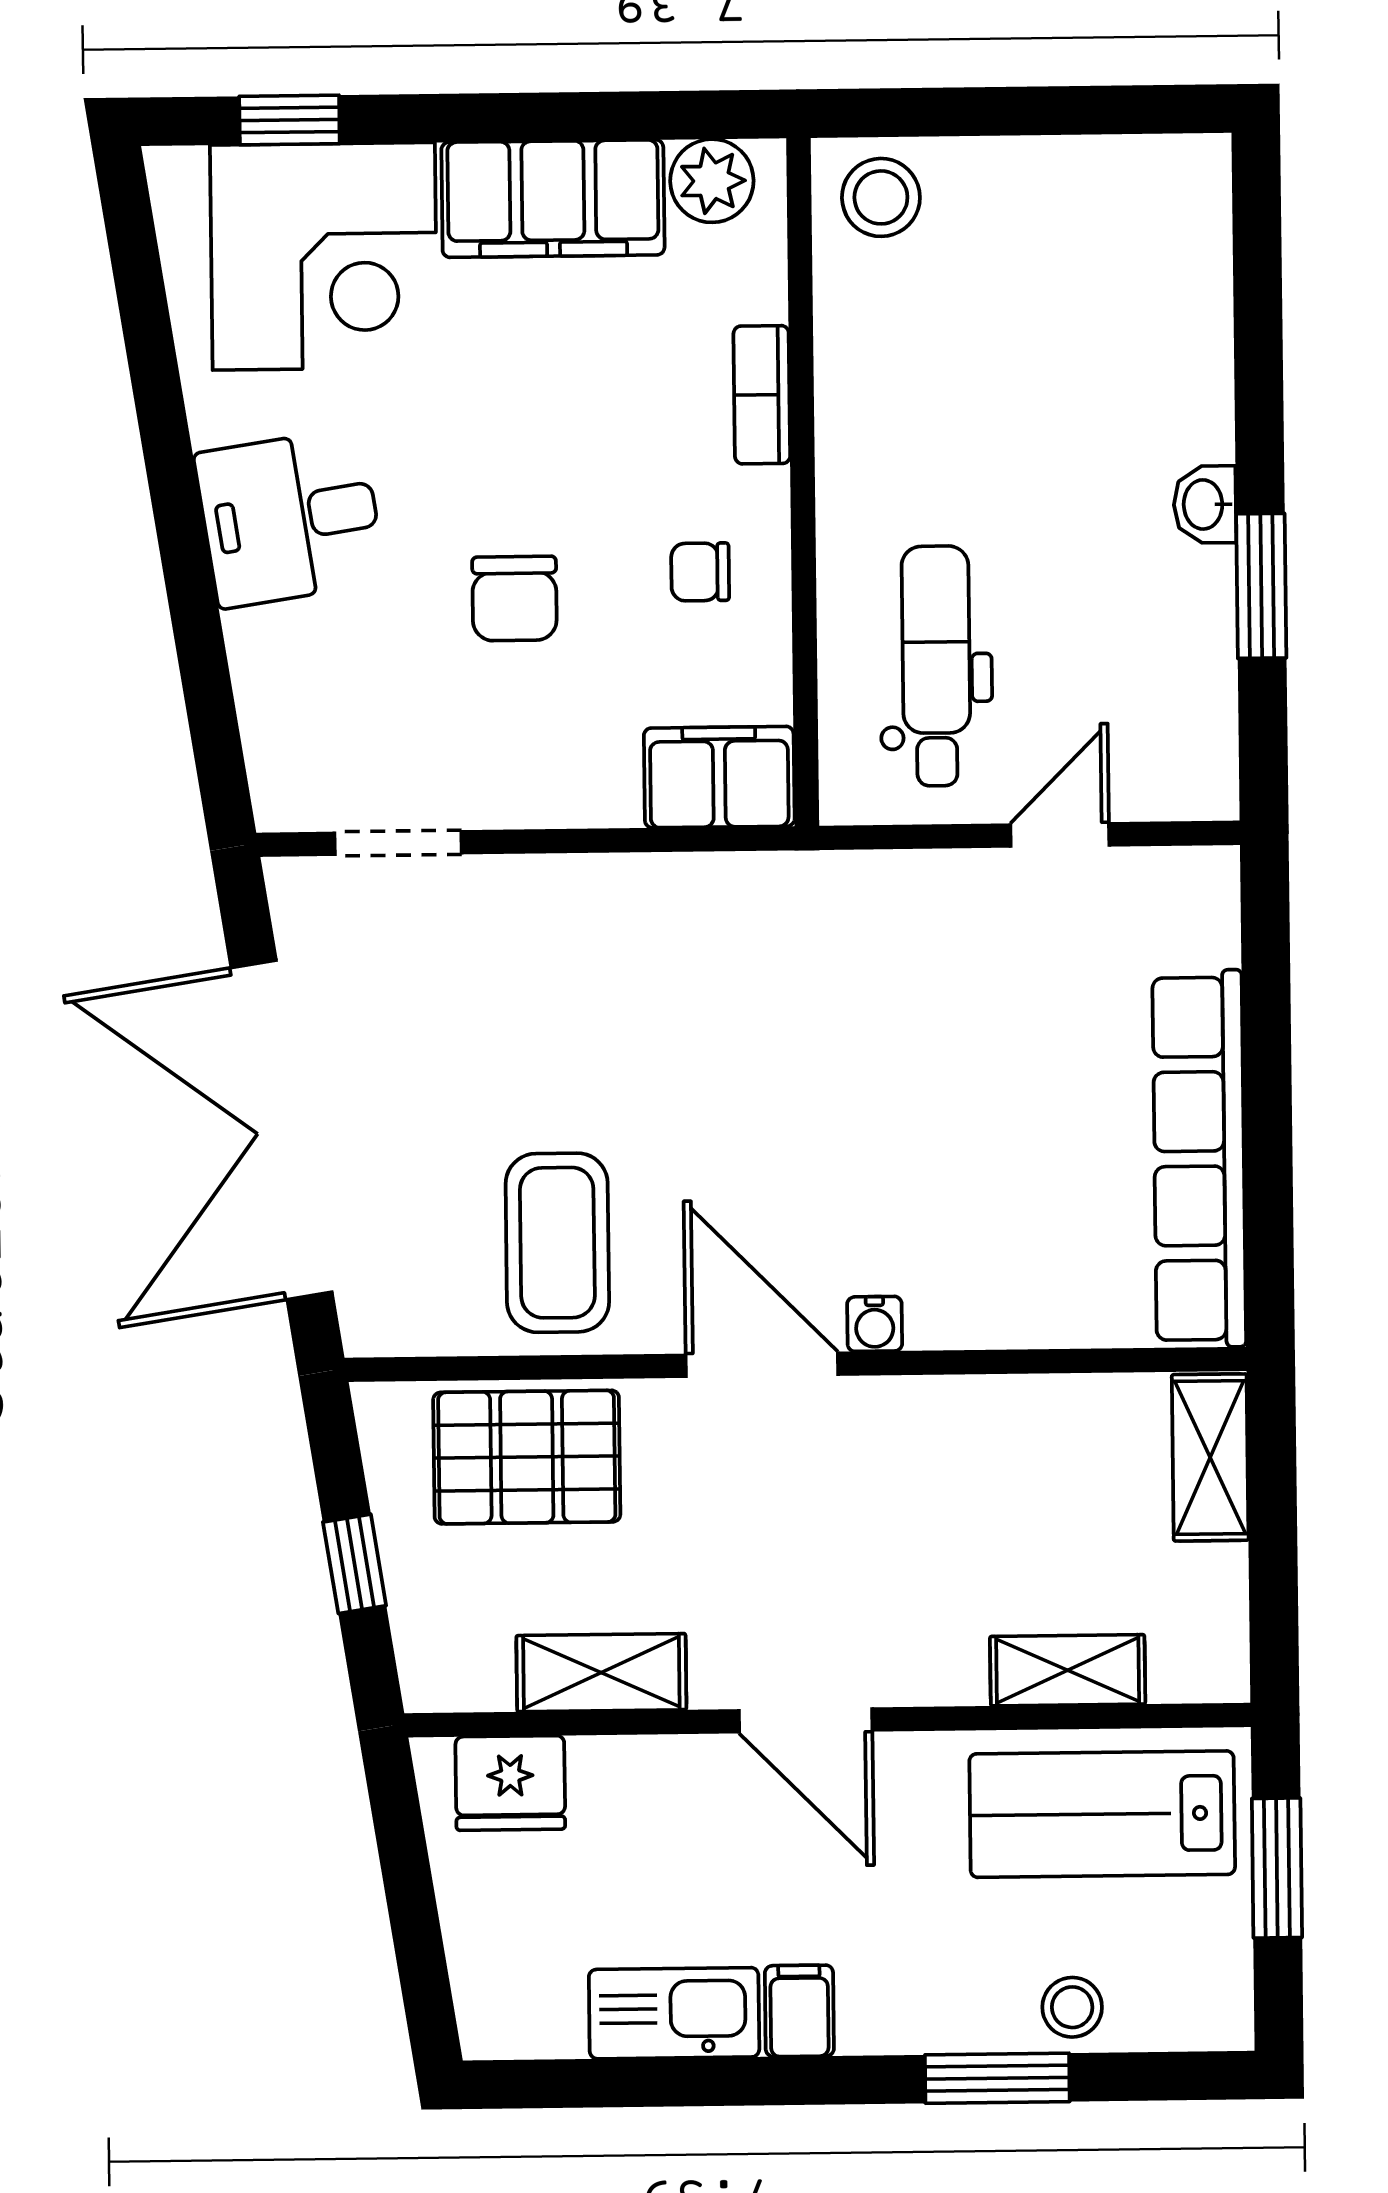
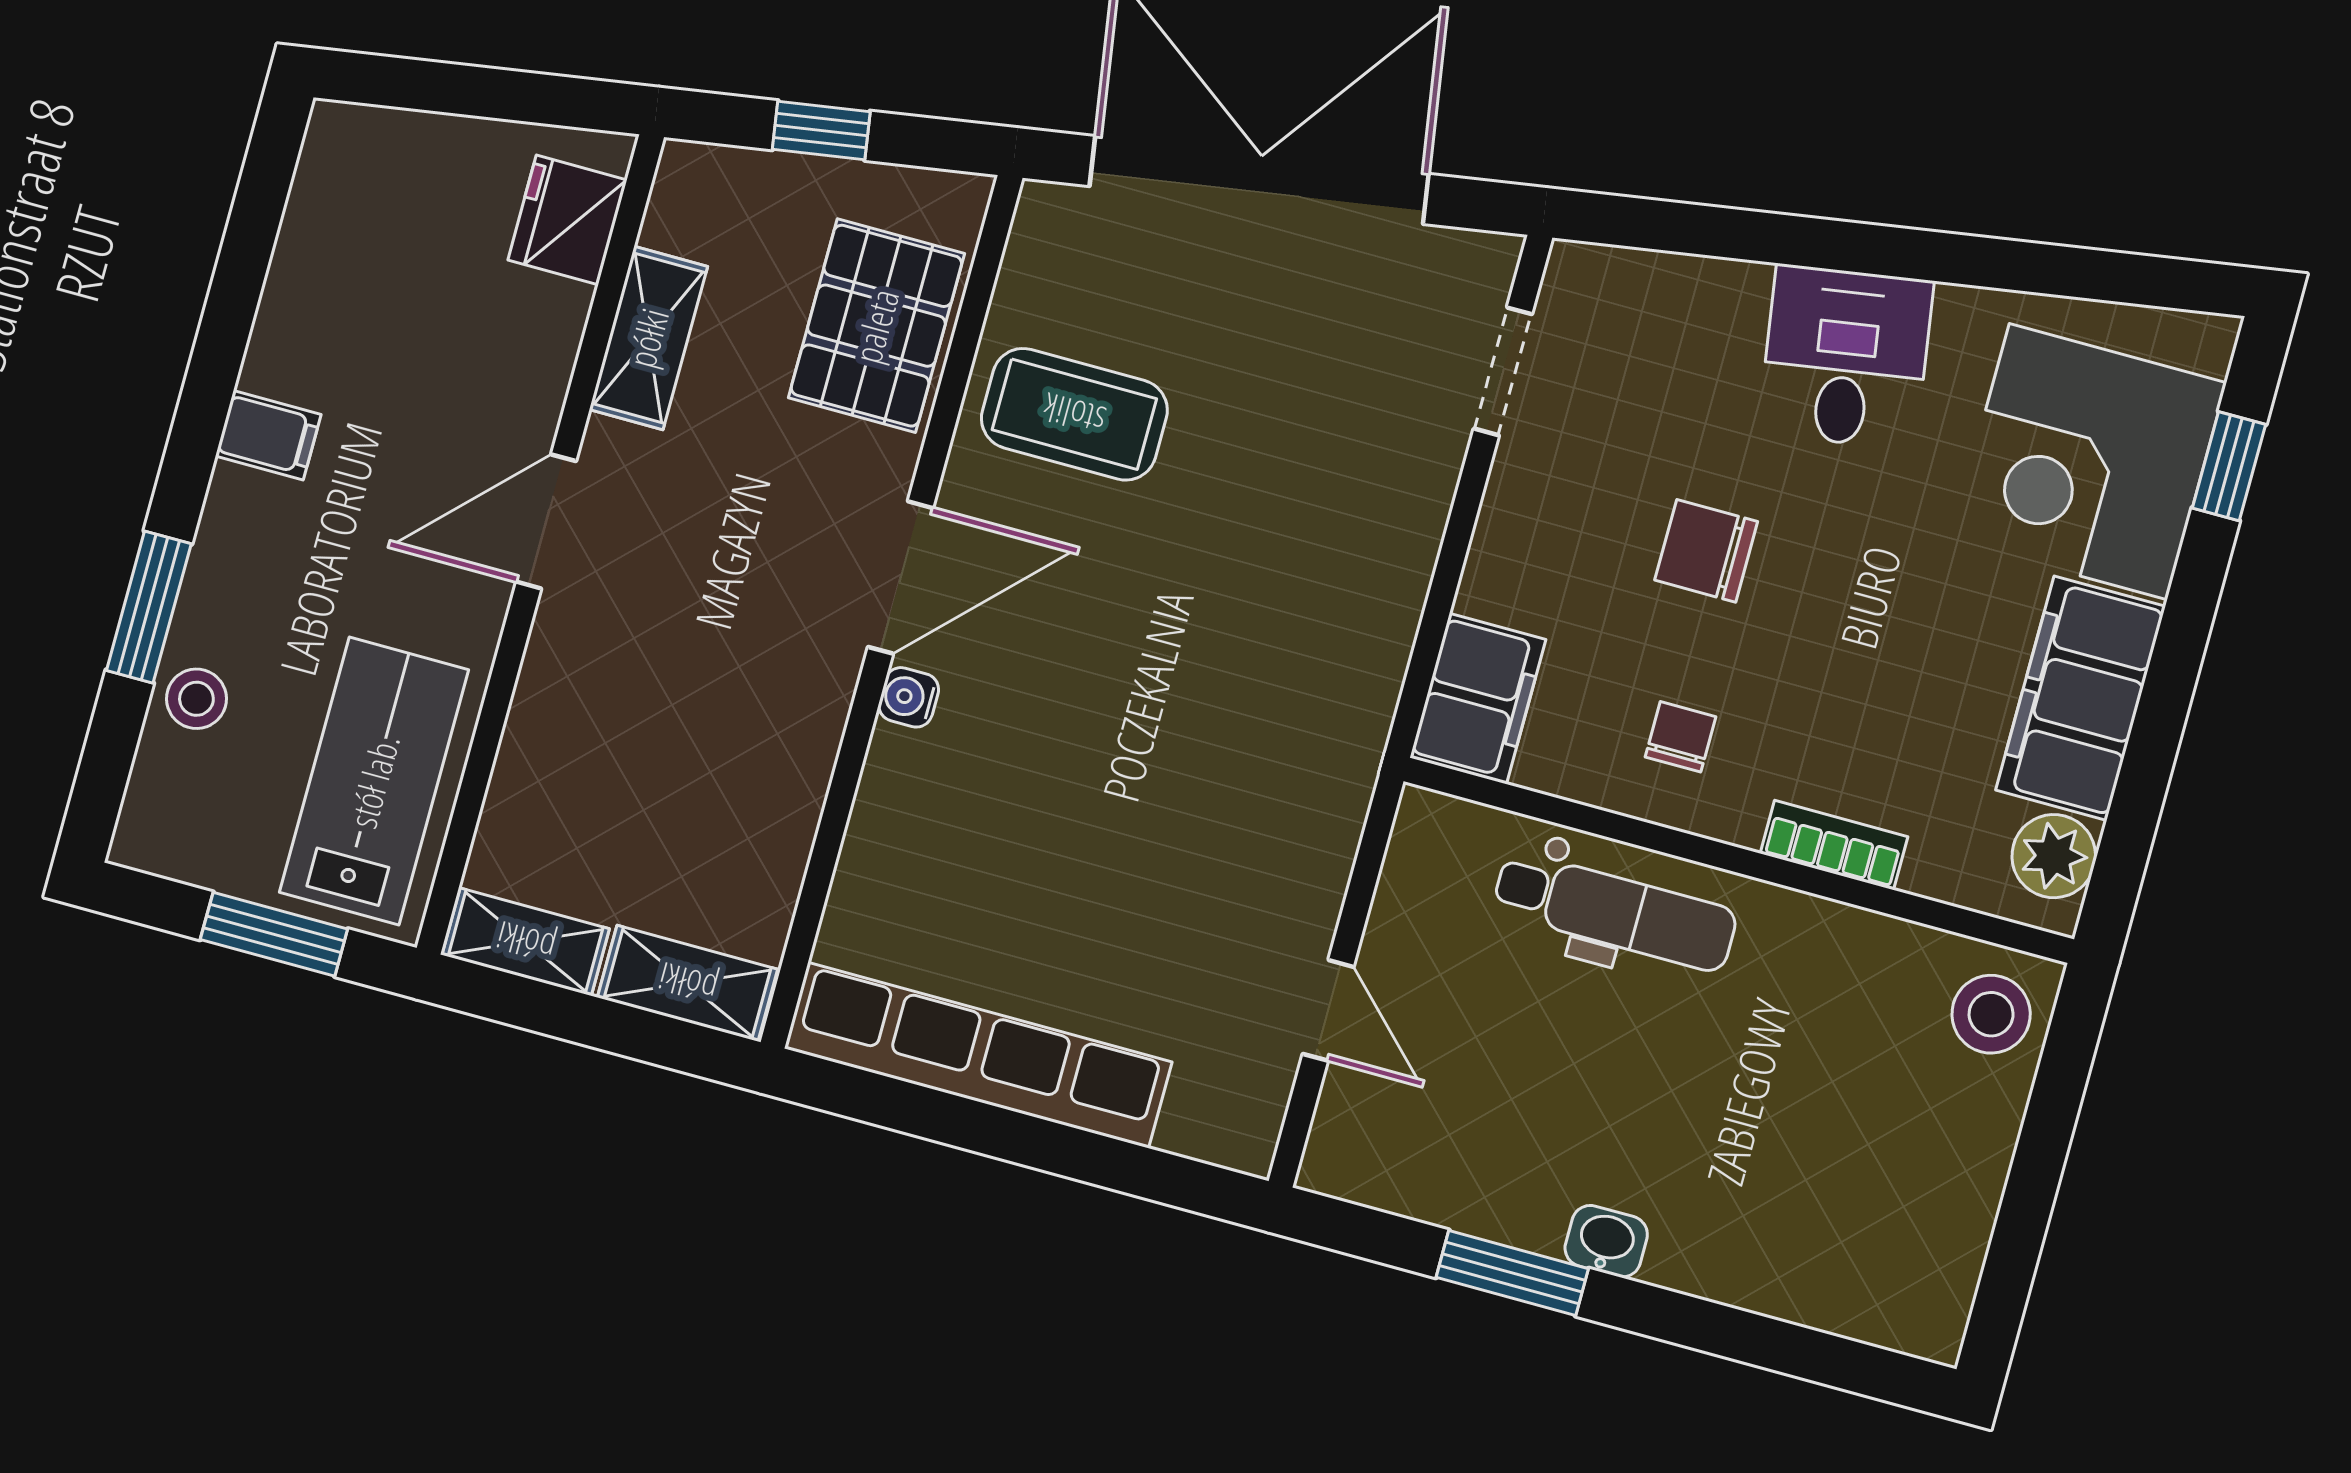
dental chair: (936, 666) -> (1615, 911), moved
shelving: (1068, 1670) -> (526, 942), moved, turned 90
kitchen sink: (674, 2013) -> (301, 314), removed

